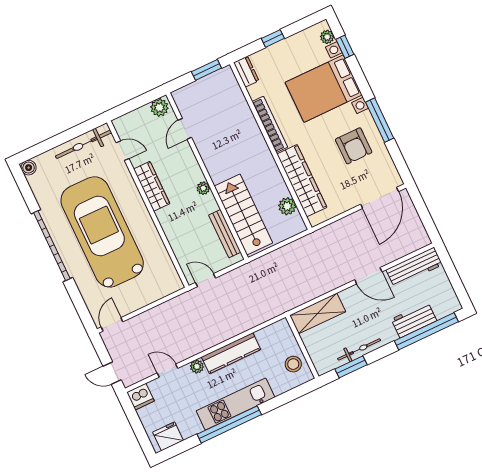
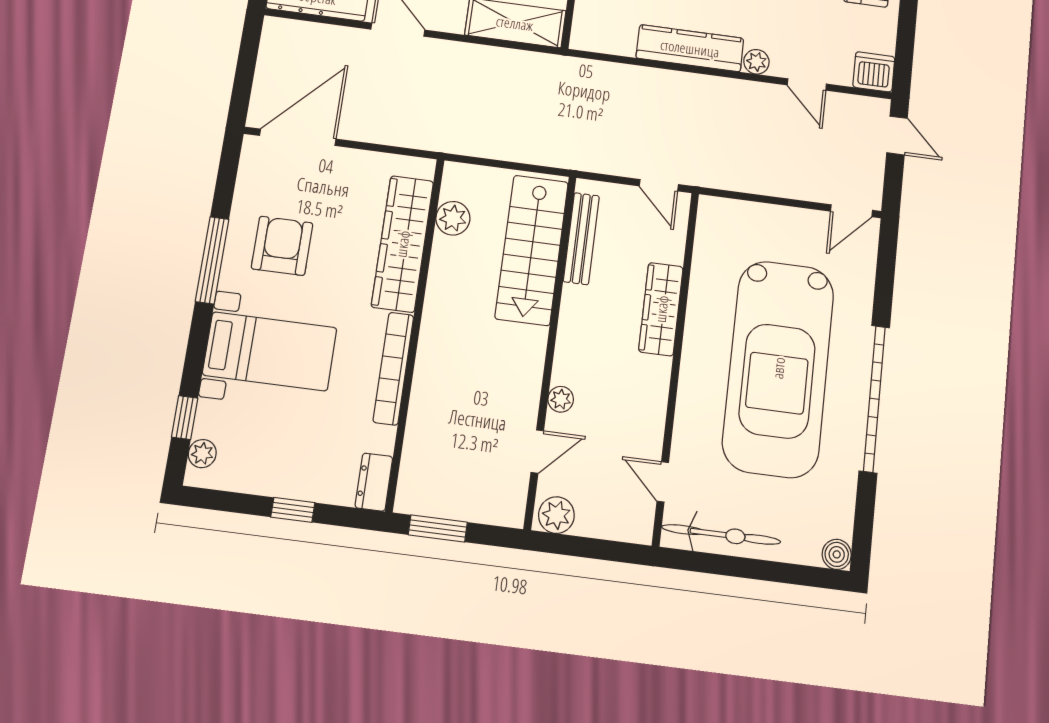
bed with nightstands: (324, 89) -> (270, 351), width x0.73
wardrobe: (152, 186) -> (661, 309), moved
plant: (203, 188) -> (561, 399), moved

